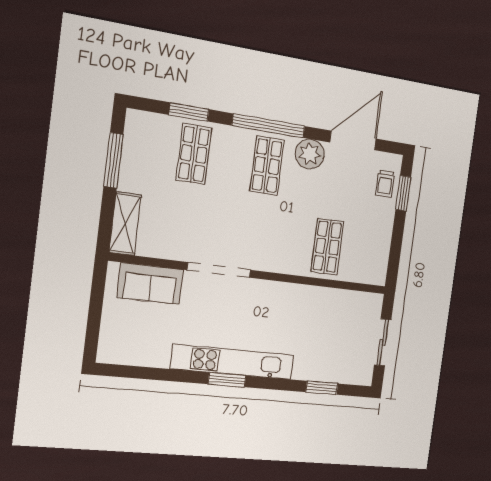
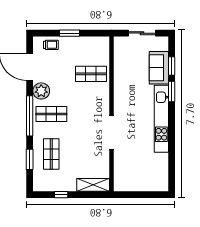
shop shelf: (194, 154) -> (51, 154), turned 90
window: (113, 160) -> (61, 195), width x0.46
window: (403, 193) -> (69, 33), moved
sofa: (150, 284) -> (159, 68), moved, turned 180
window: (227, 380) -> (172, 92), moved

